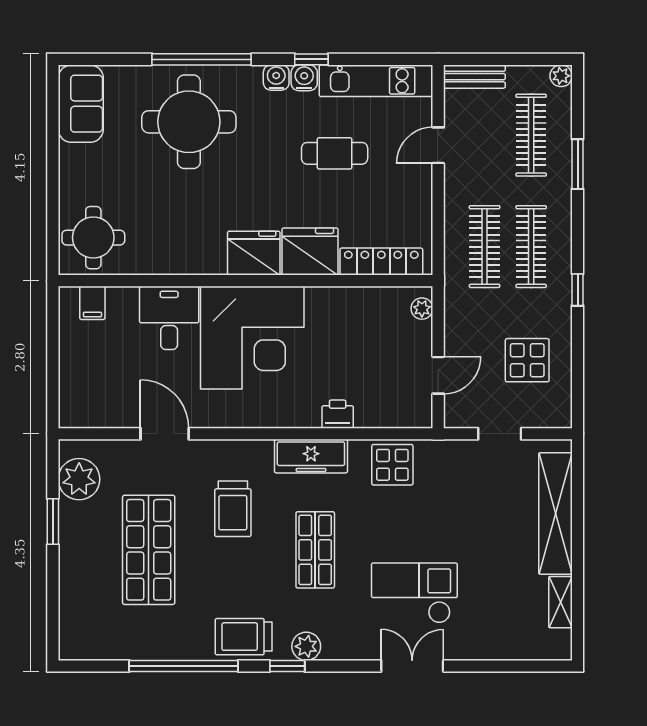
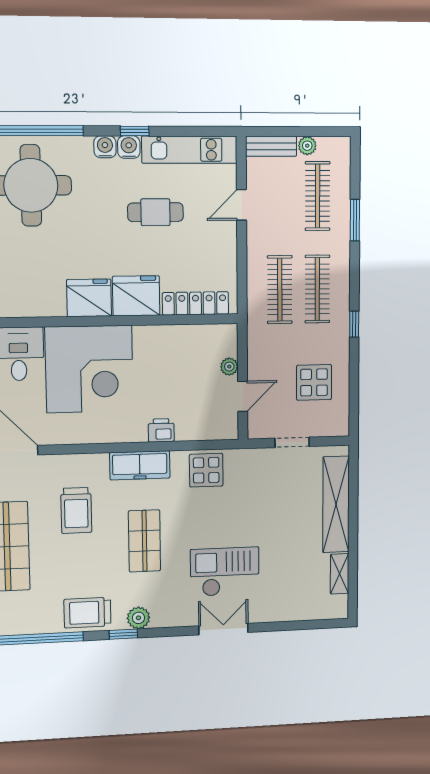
plant: (561, 76) -> (307, 146), moved
plant: (422, 309) -> (229, 367), moved

